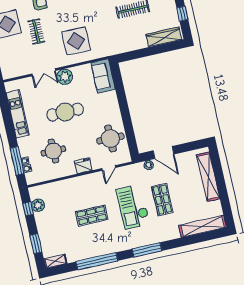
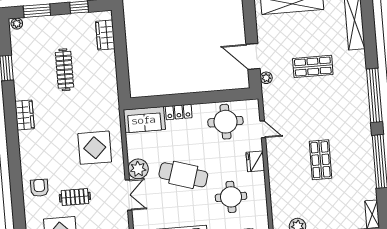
wardrobe: (164, 37) -> (105, 35), width x0.67
locker: (113, 102) -> (179, 112), added
cafe table: (65, 112) -> (183, 175), turned -73
door: (164, 152) -> (253, 56), swing flipped
checkout: (133, 207) -> (317, 105), removed
window: (147, 250) -> (374, 95), width x1.46

